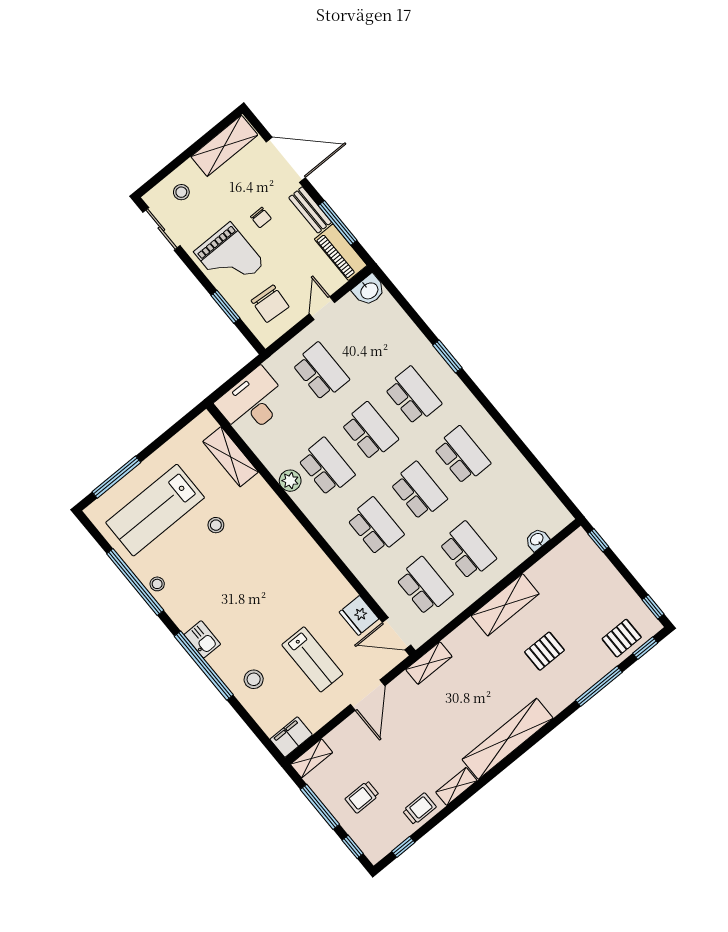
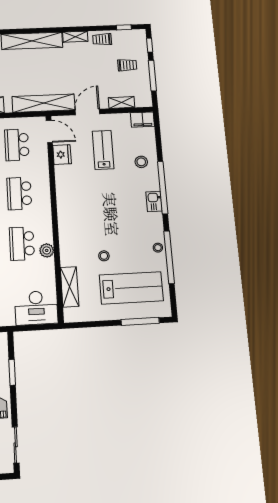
shelving: (429, 663) -> (44, 103), width x2.20, depth x1.33
shelving: (312, 758) -> (122, 102), moved

